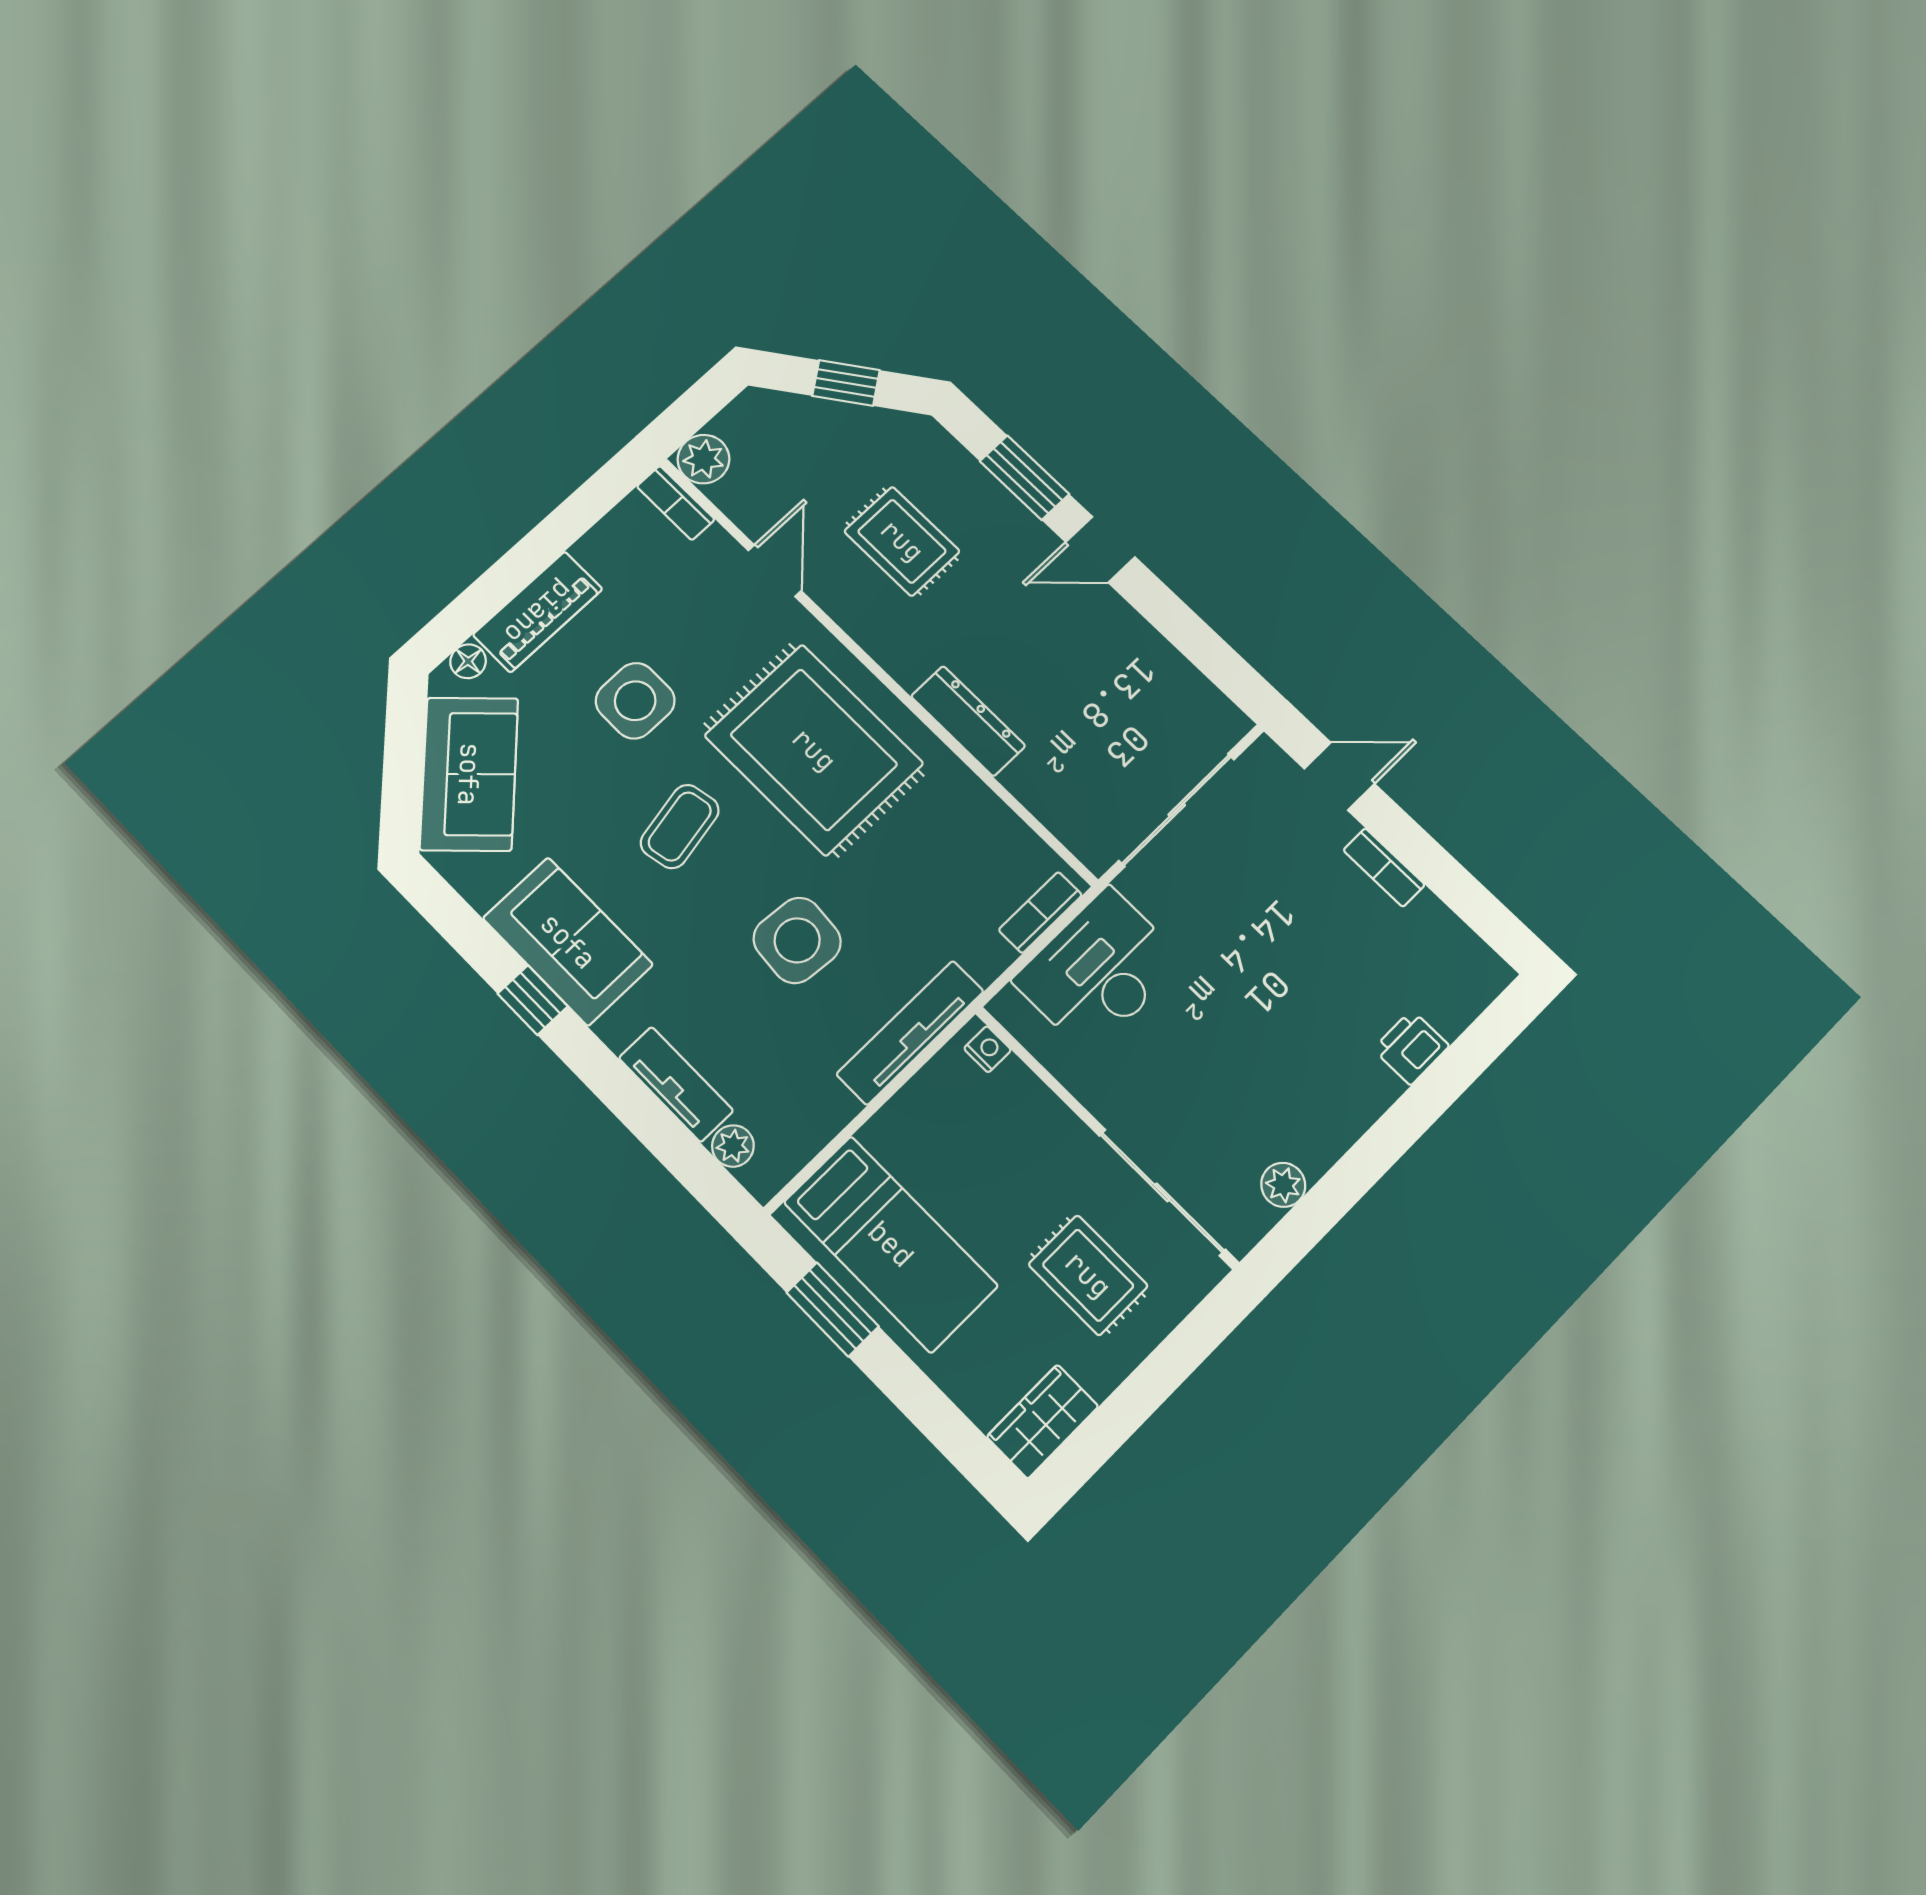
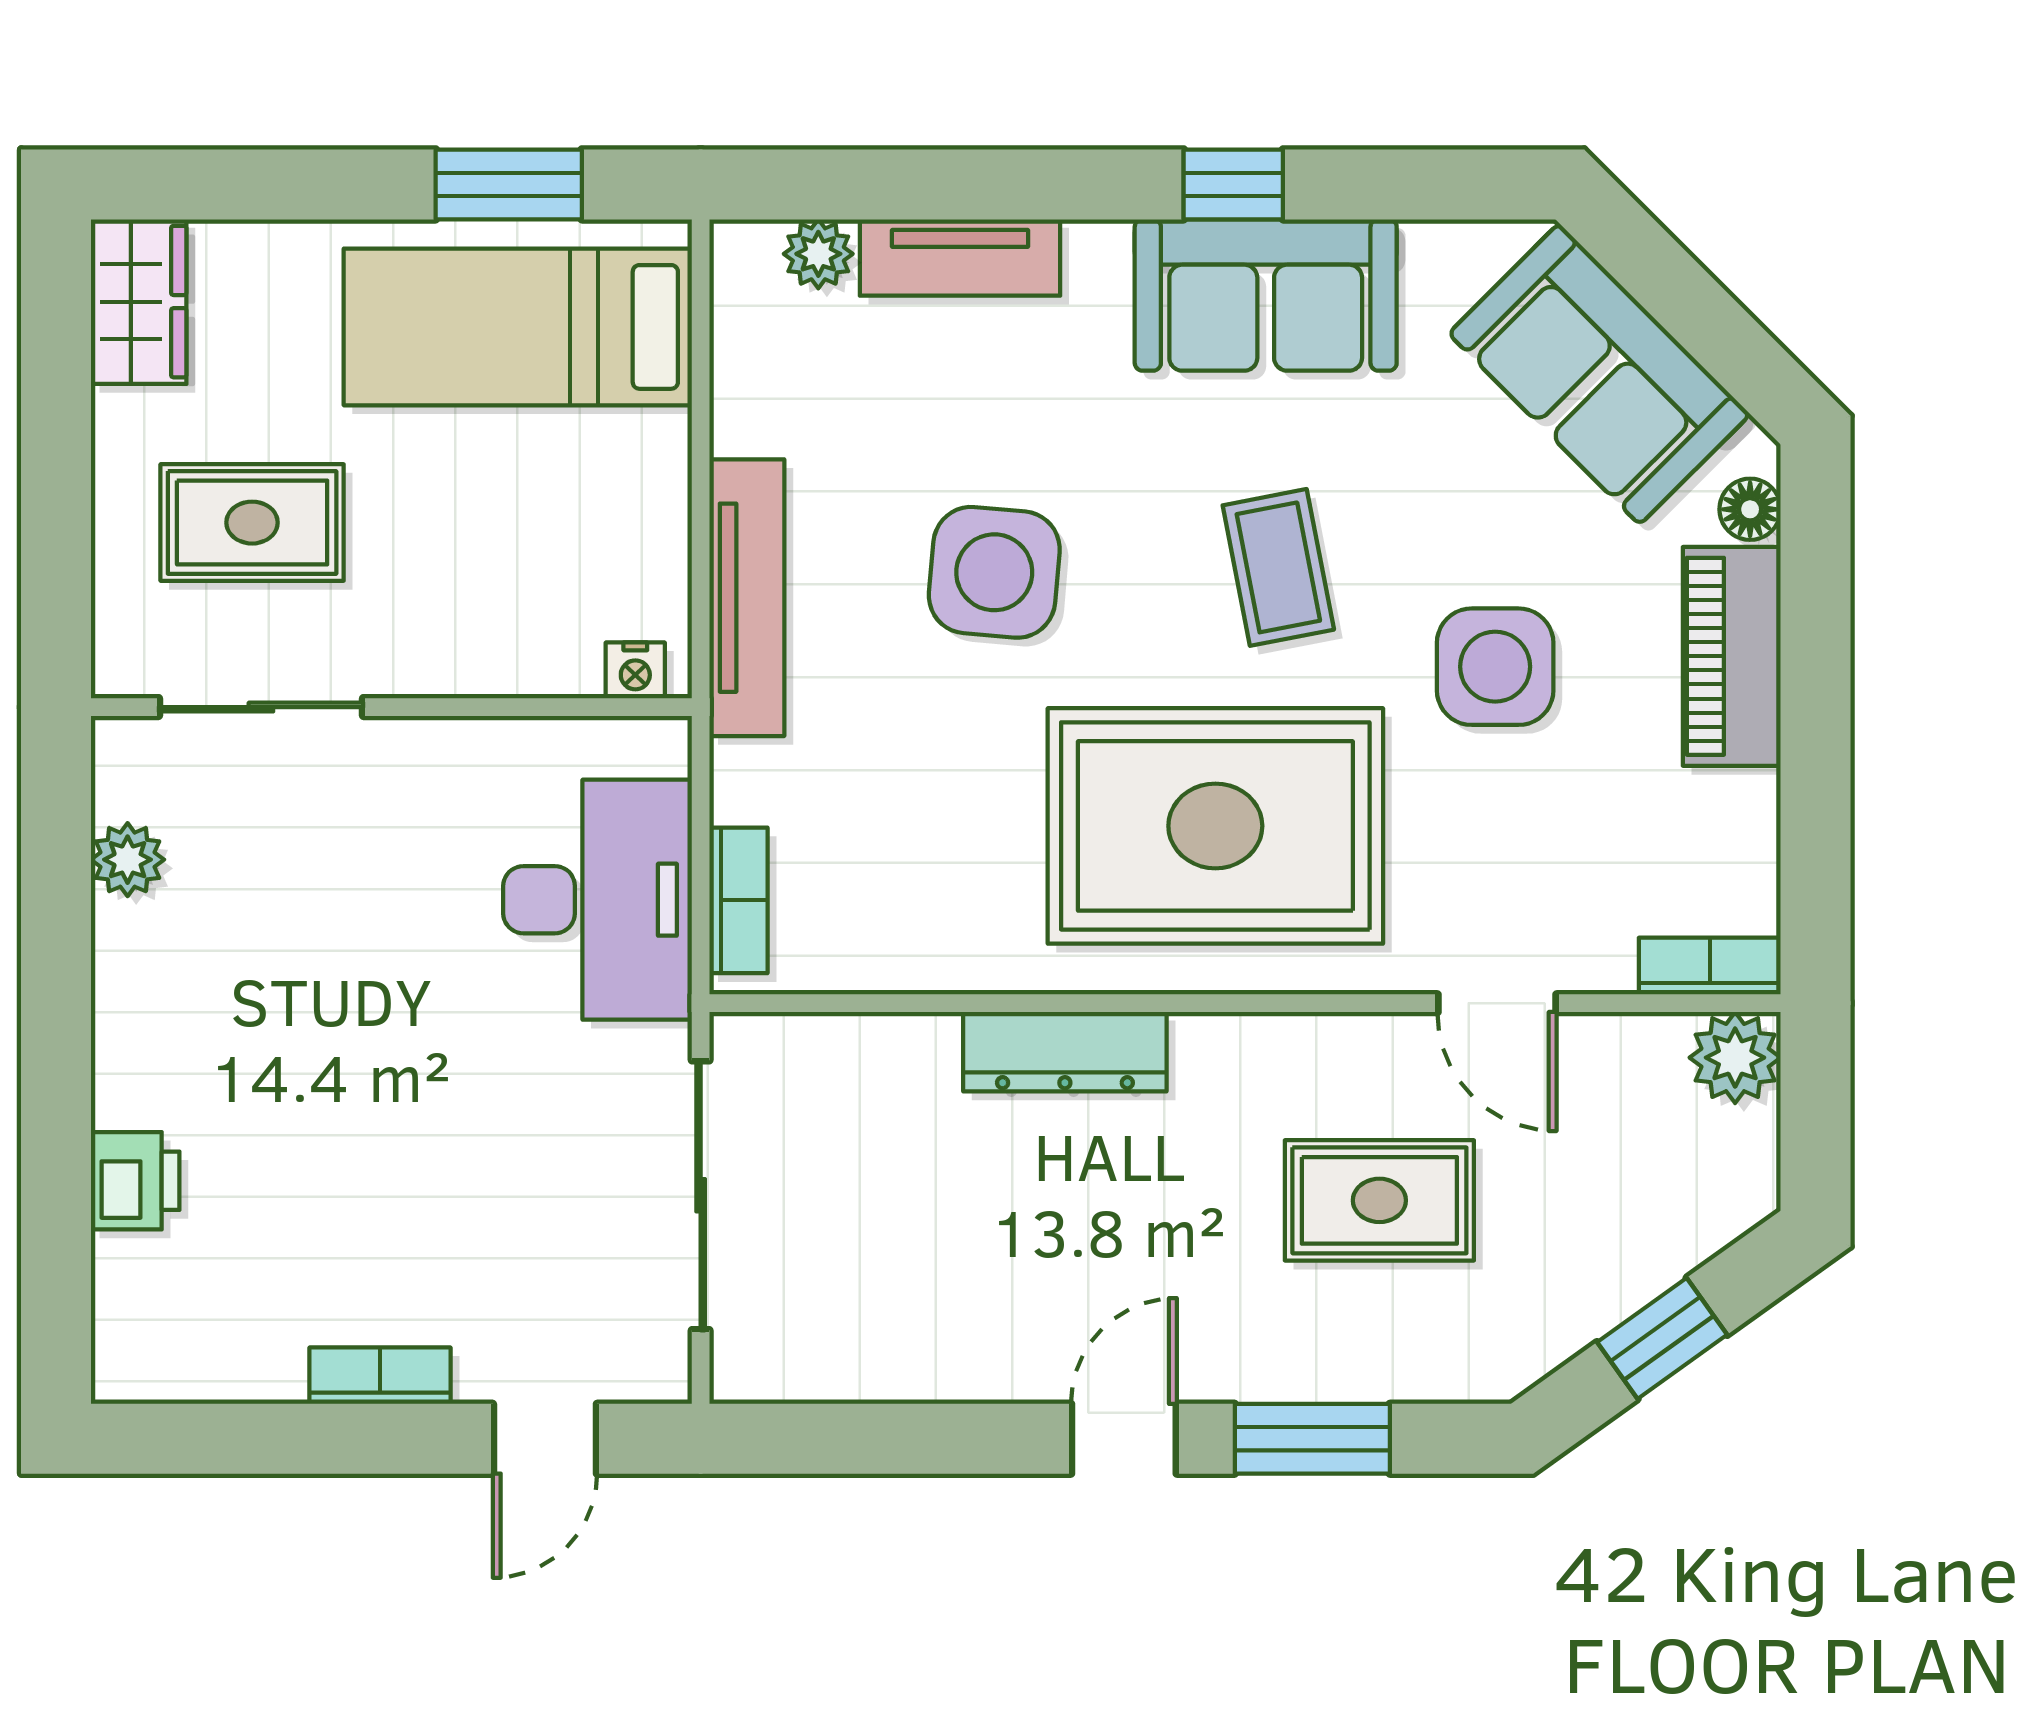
sliding door: (1162, 1192) -> (261, 707), width x0.73

